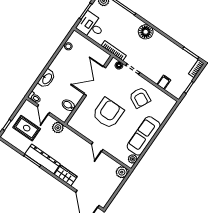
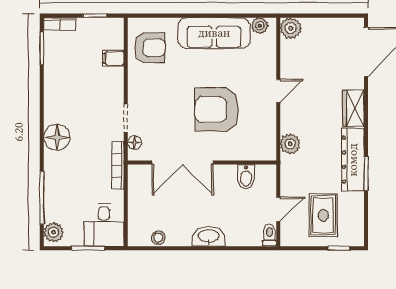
washbasin: (47, 79) -> (209, 236), moved
armchair: (140, 98) -> (150, 48), moved, turned 64
plant: (58, 128) -> (290, 144), moved

